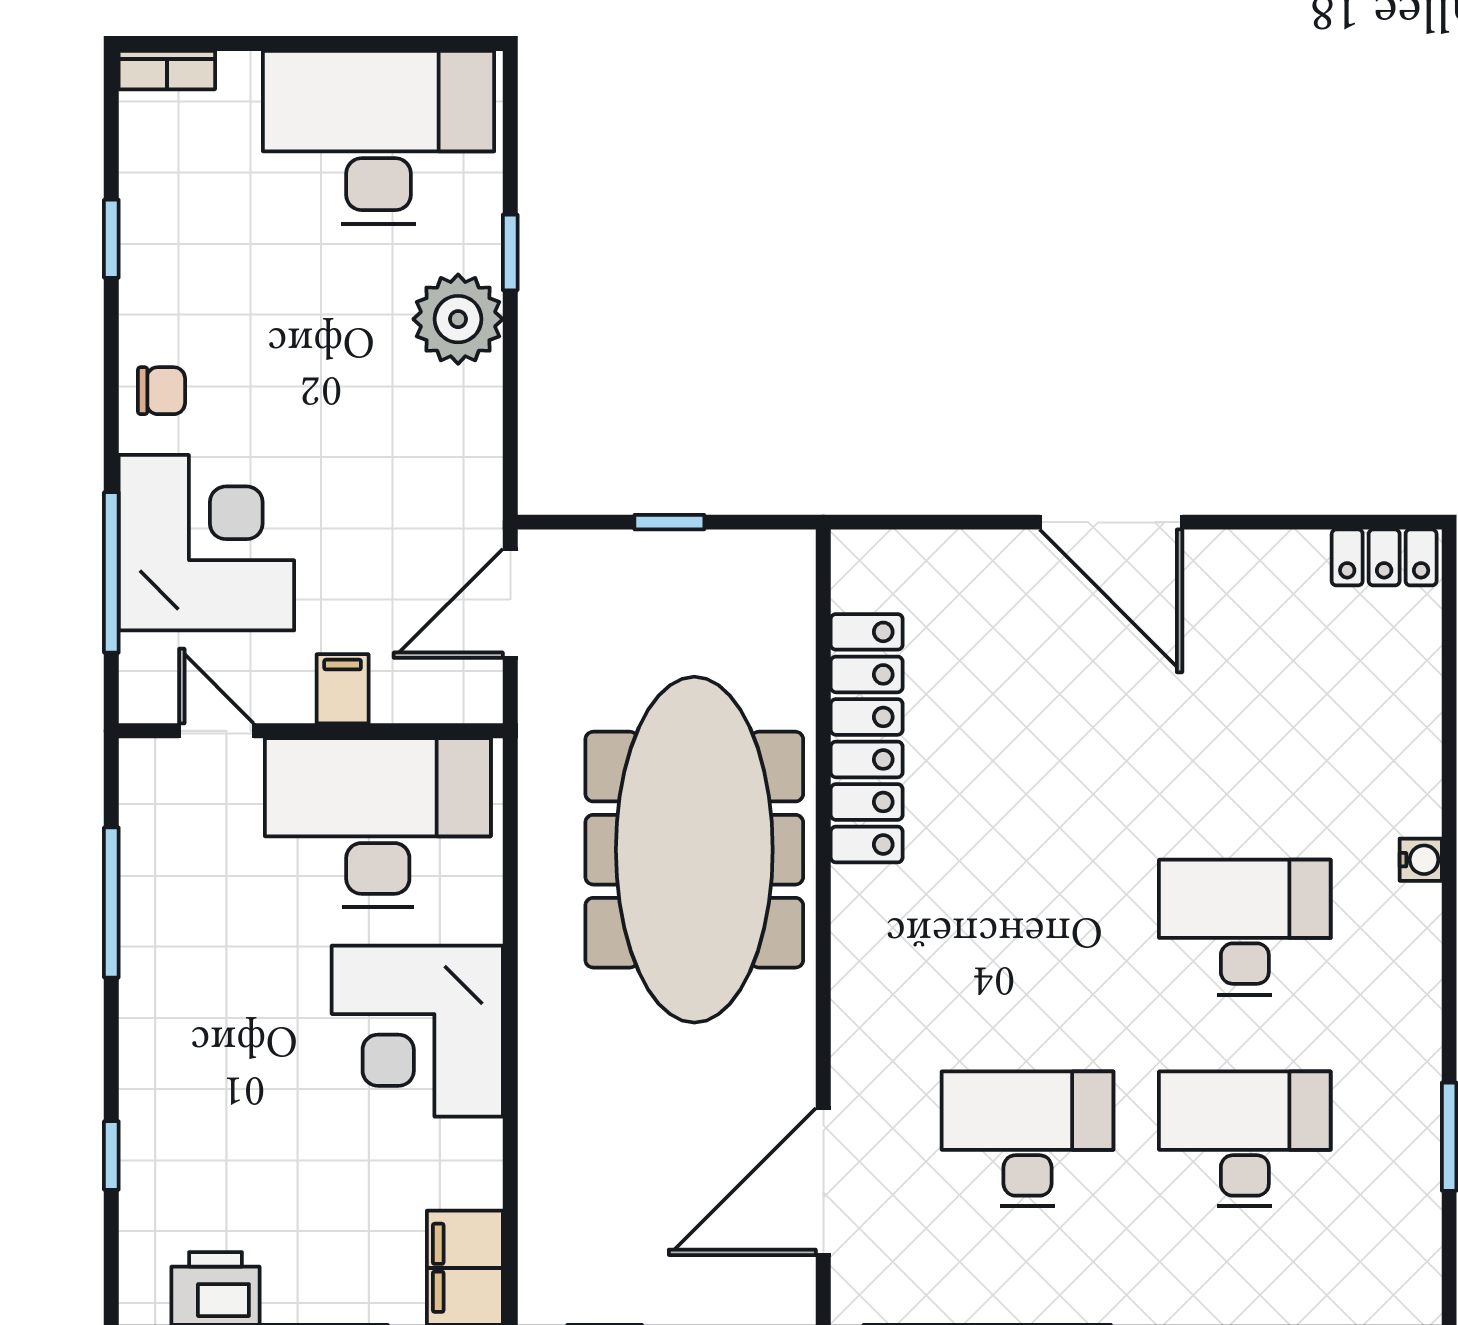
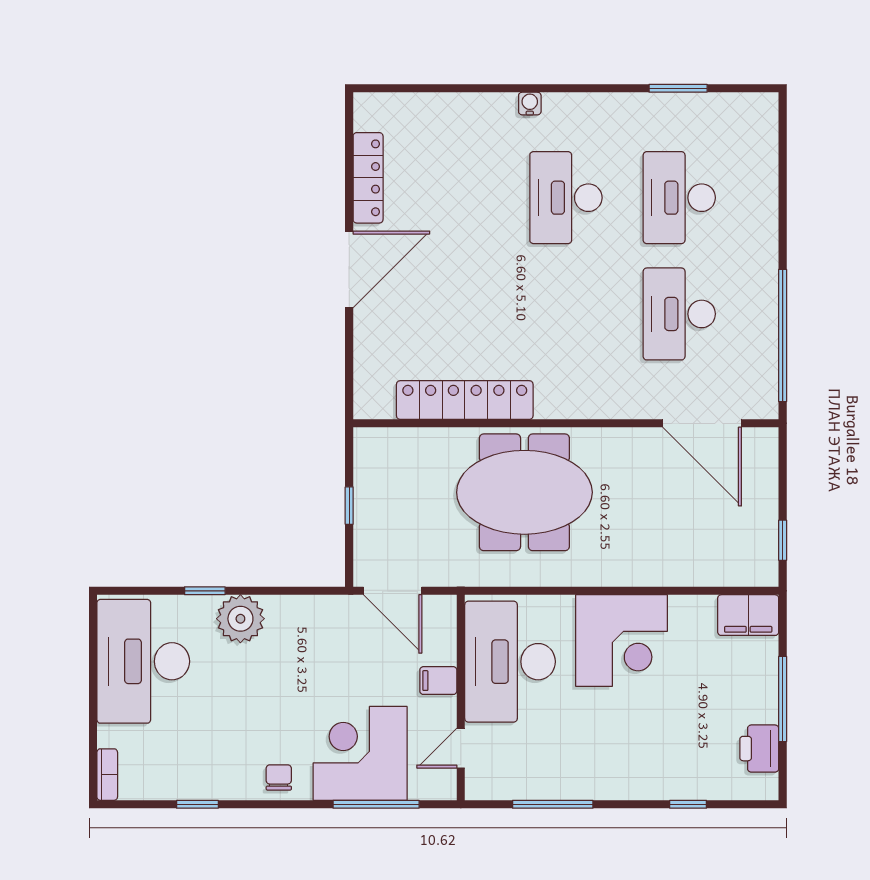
locker: (1384, 557) -> (368, 178), moved, width x1.53
meeting table: (694, 850) -> (524, 492), width x0.73

